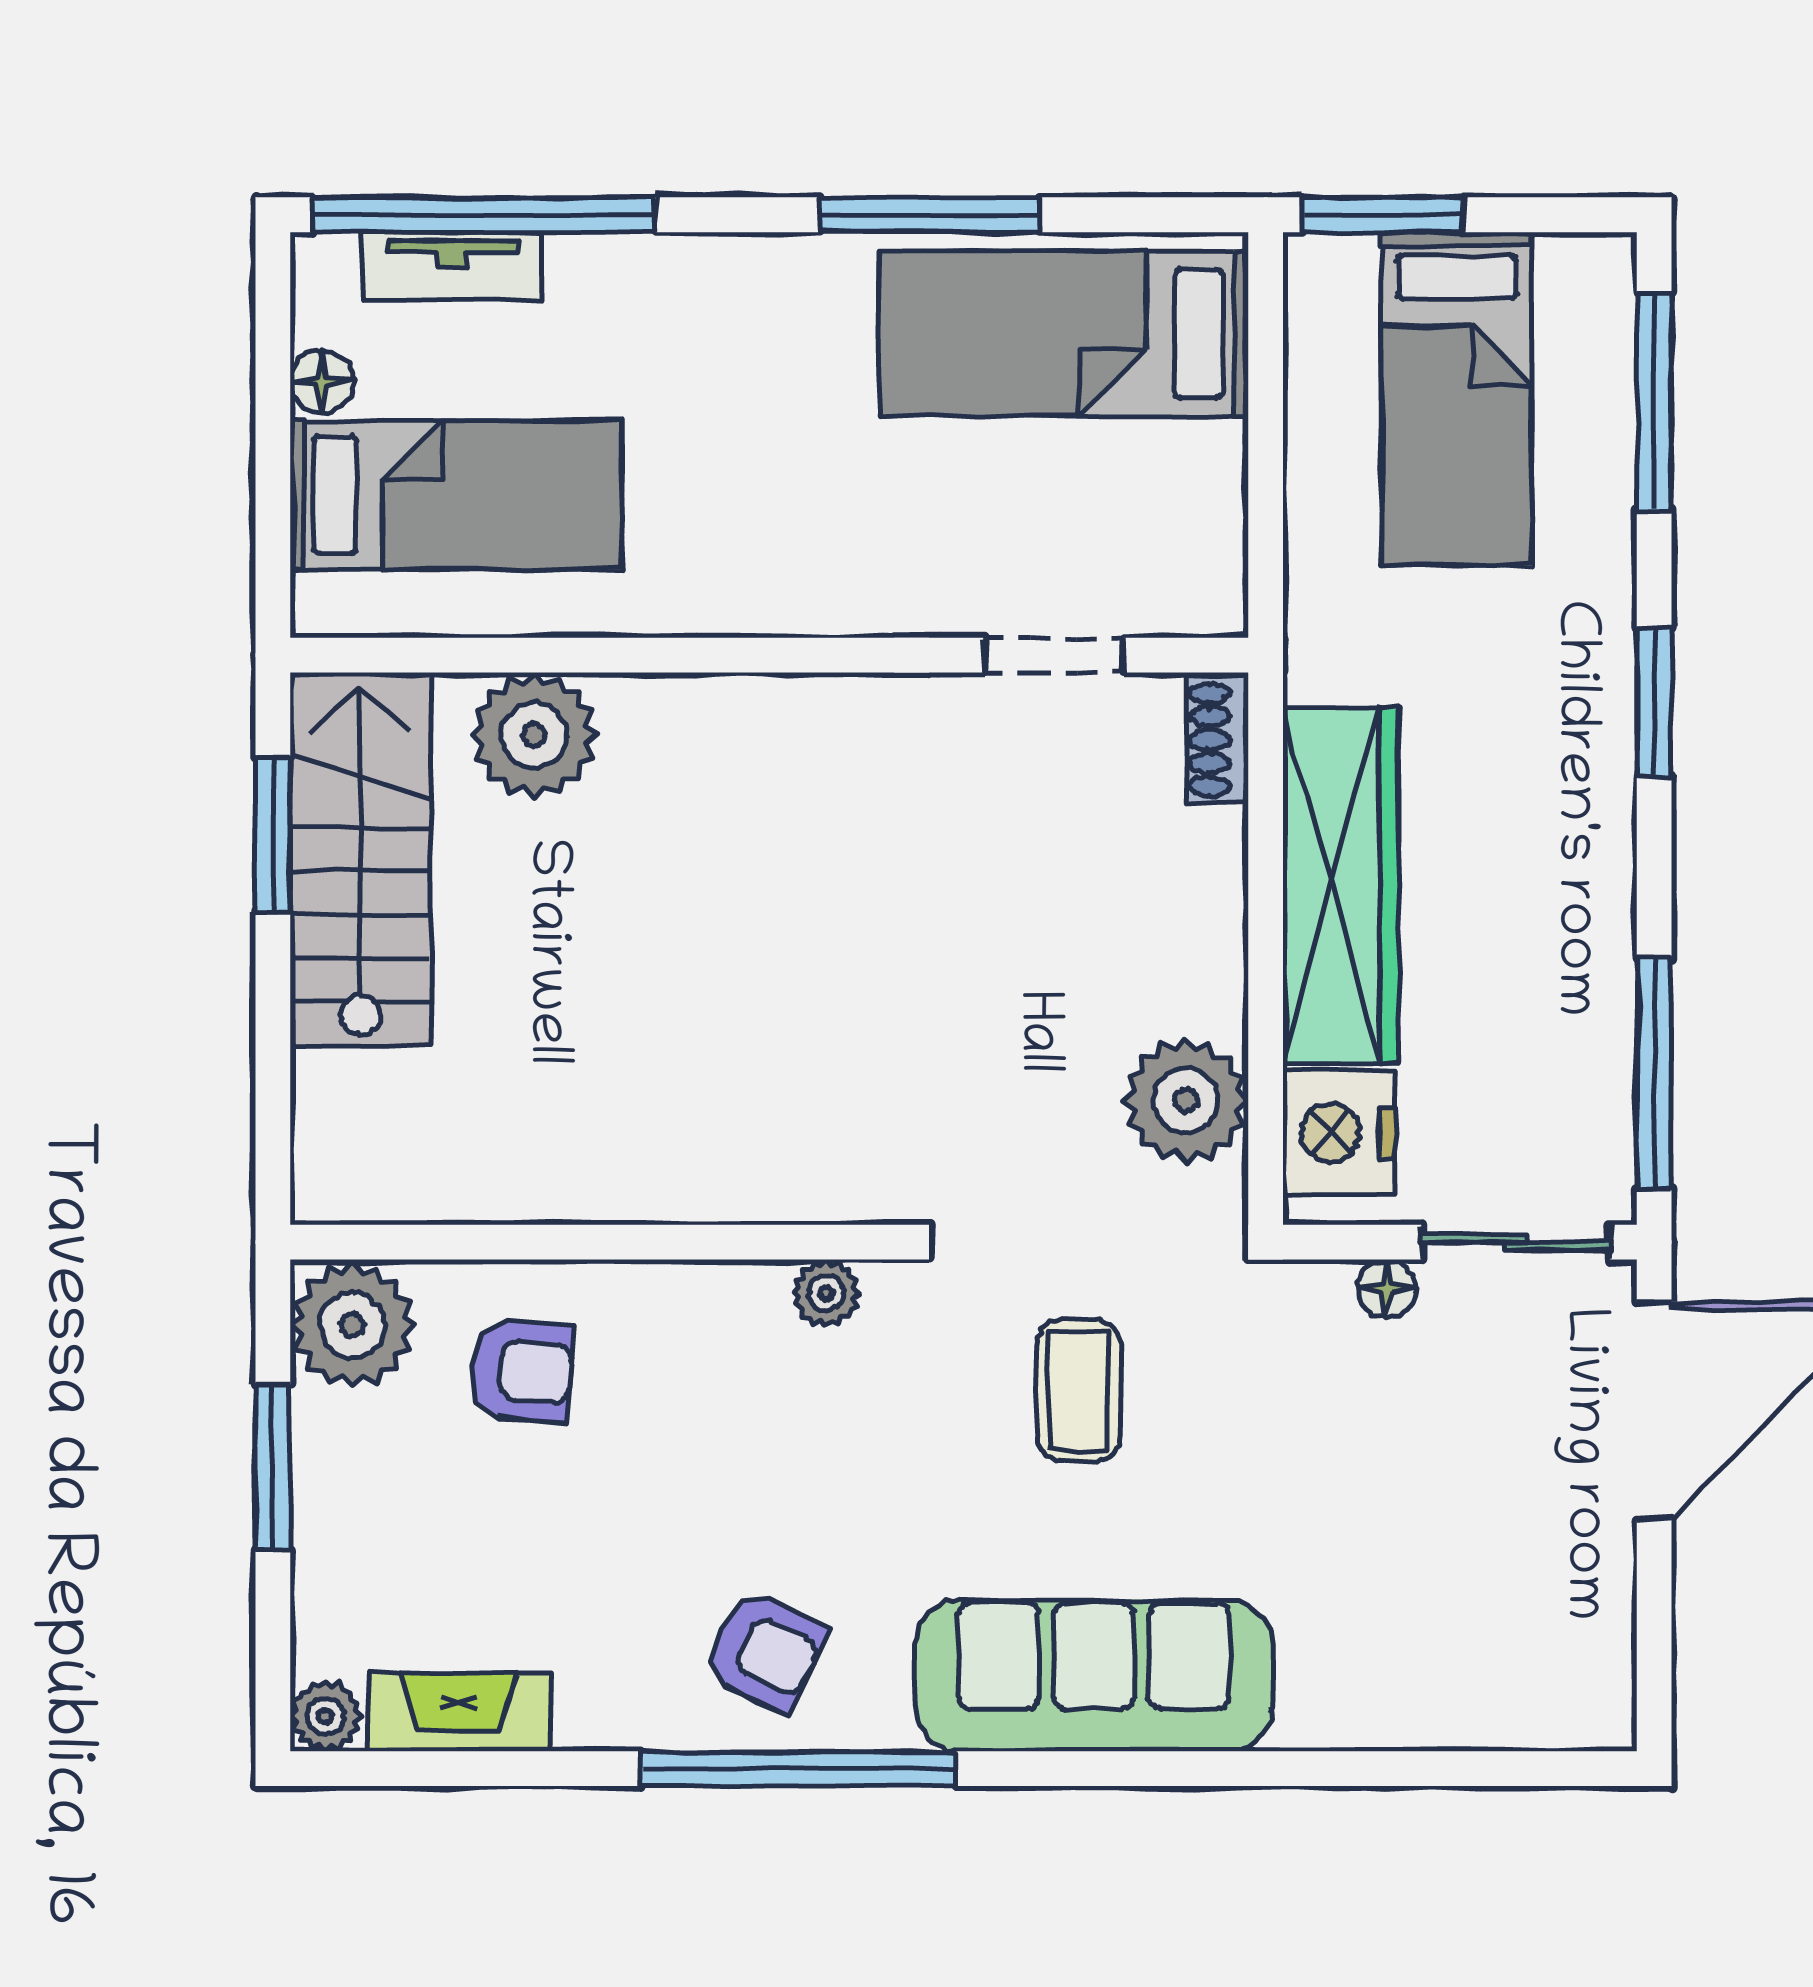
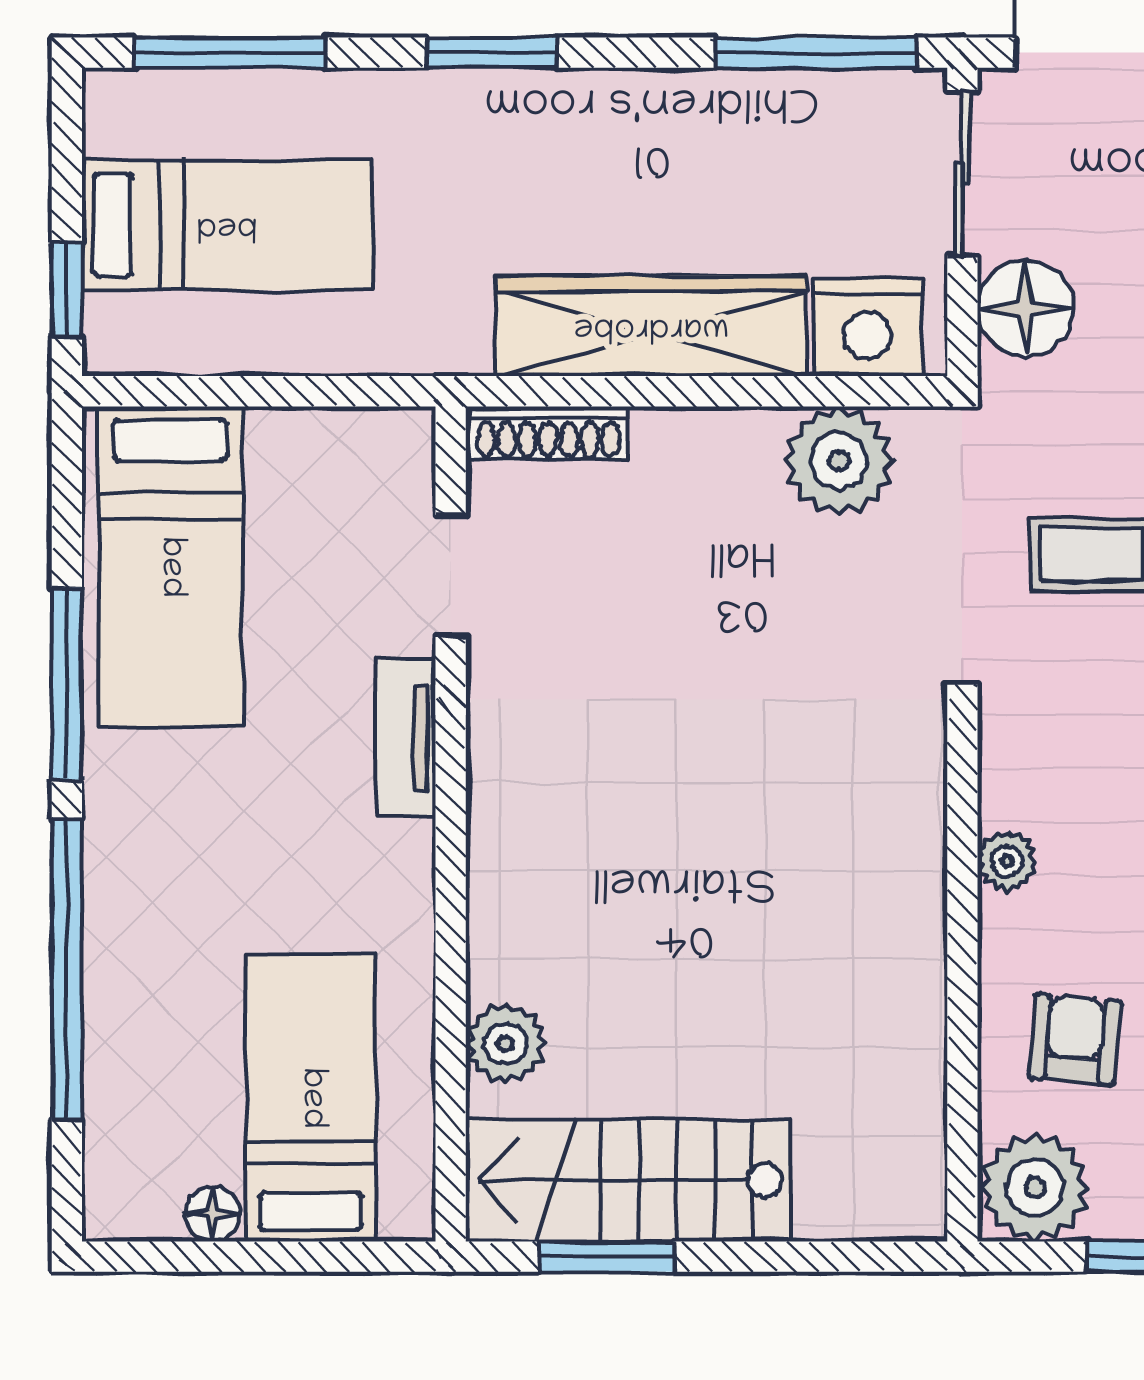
window: (484, 215) -> (67, 970), moved
window: (1382, 215) -> (67, 290), width x0.67
tv unit: (452, 266) -> (406, 738), moved, turned 180
plant: (534, 735) -> (506, 1044), width x0.73, depth x0.73
shoe rack: (1218, 740) -> (548, 433), width x1.43
floor lamp: (1387, 1288) -> (1025, 308), width x1.89, depth x1.89
plant: (826, 1293) -> (1007, 861), moved

